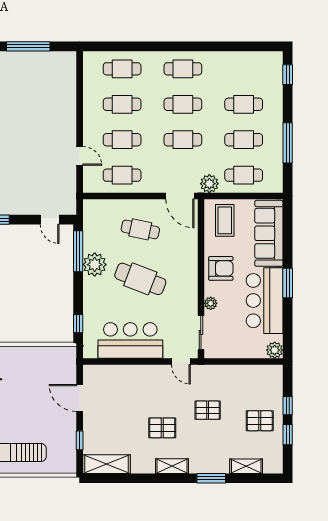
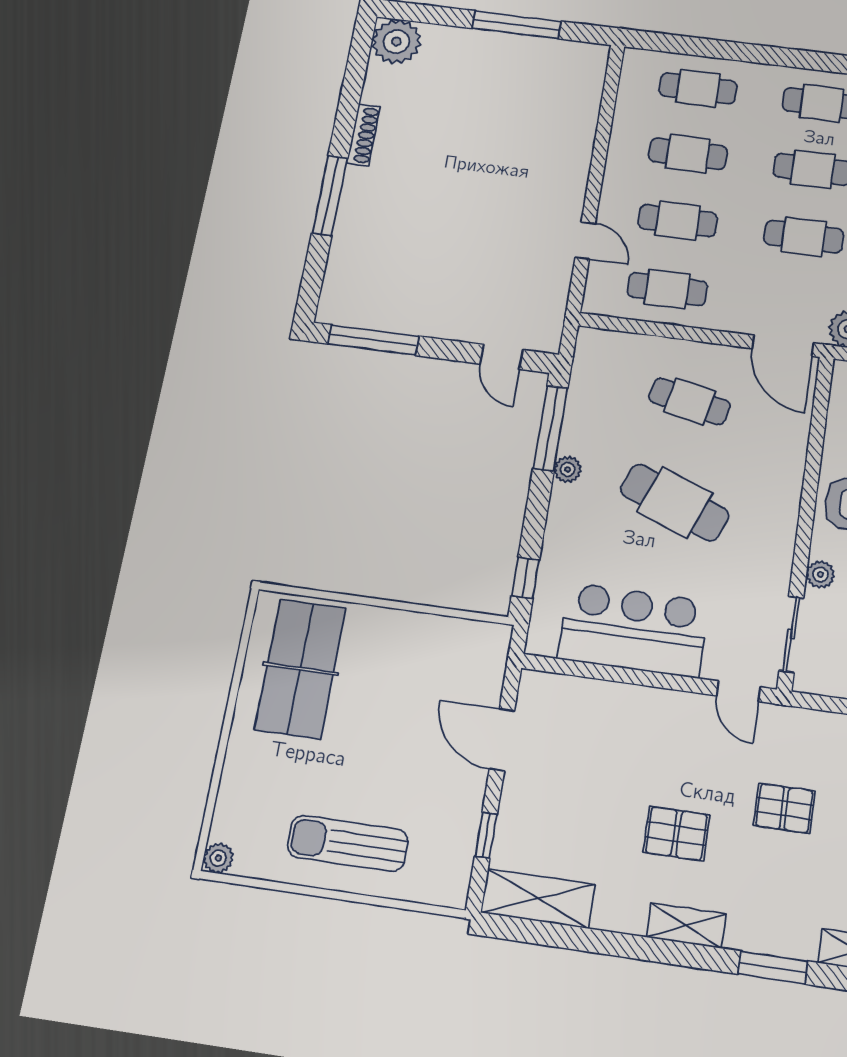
plant: (95, 265) -> (568, 469), width x0.53, depth x0.53

